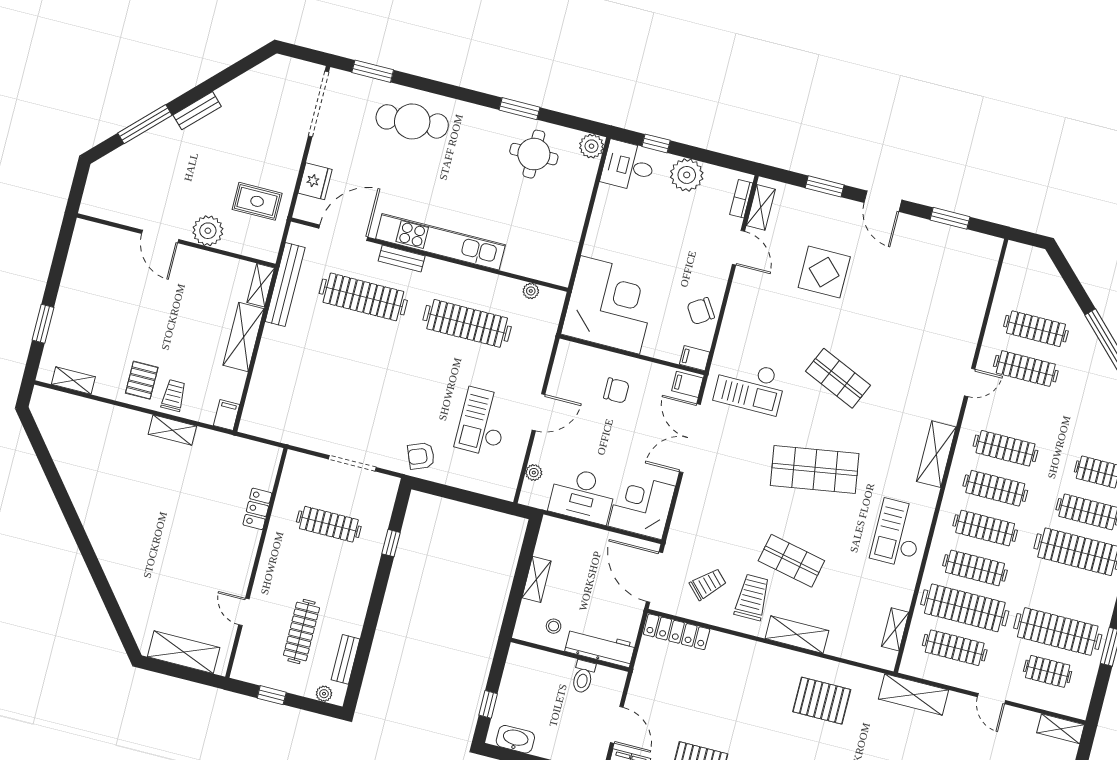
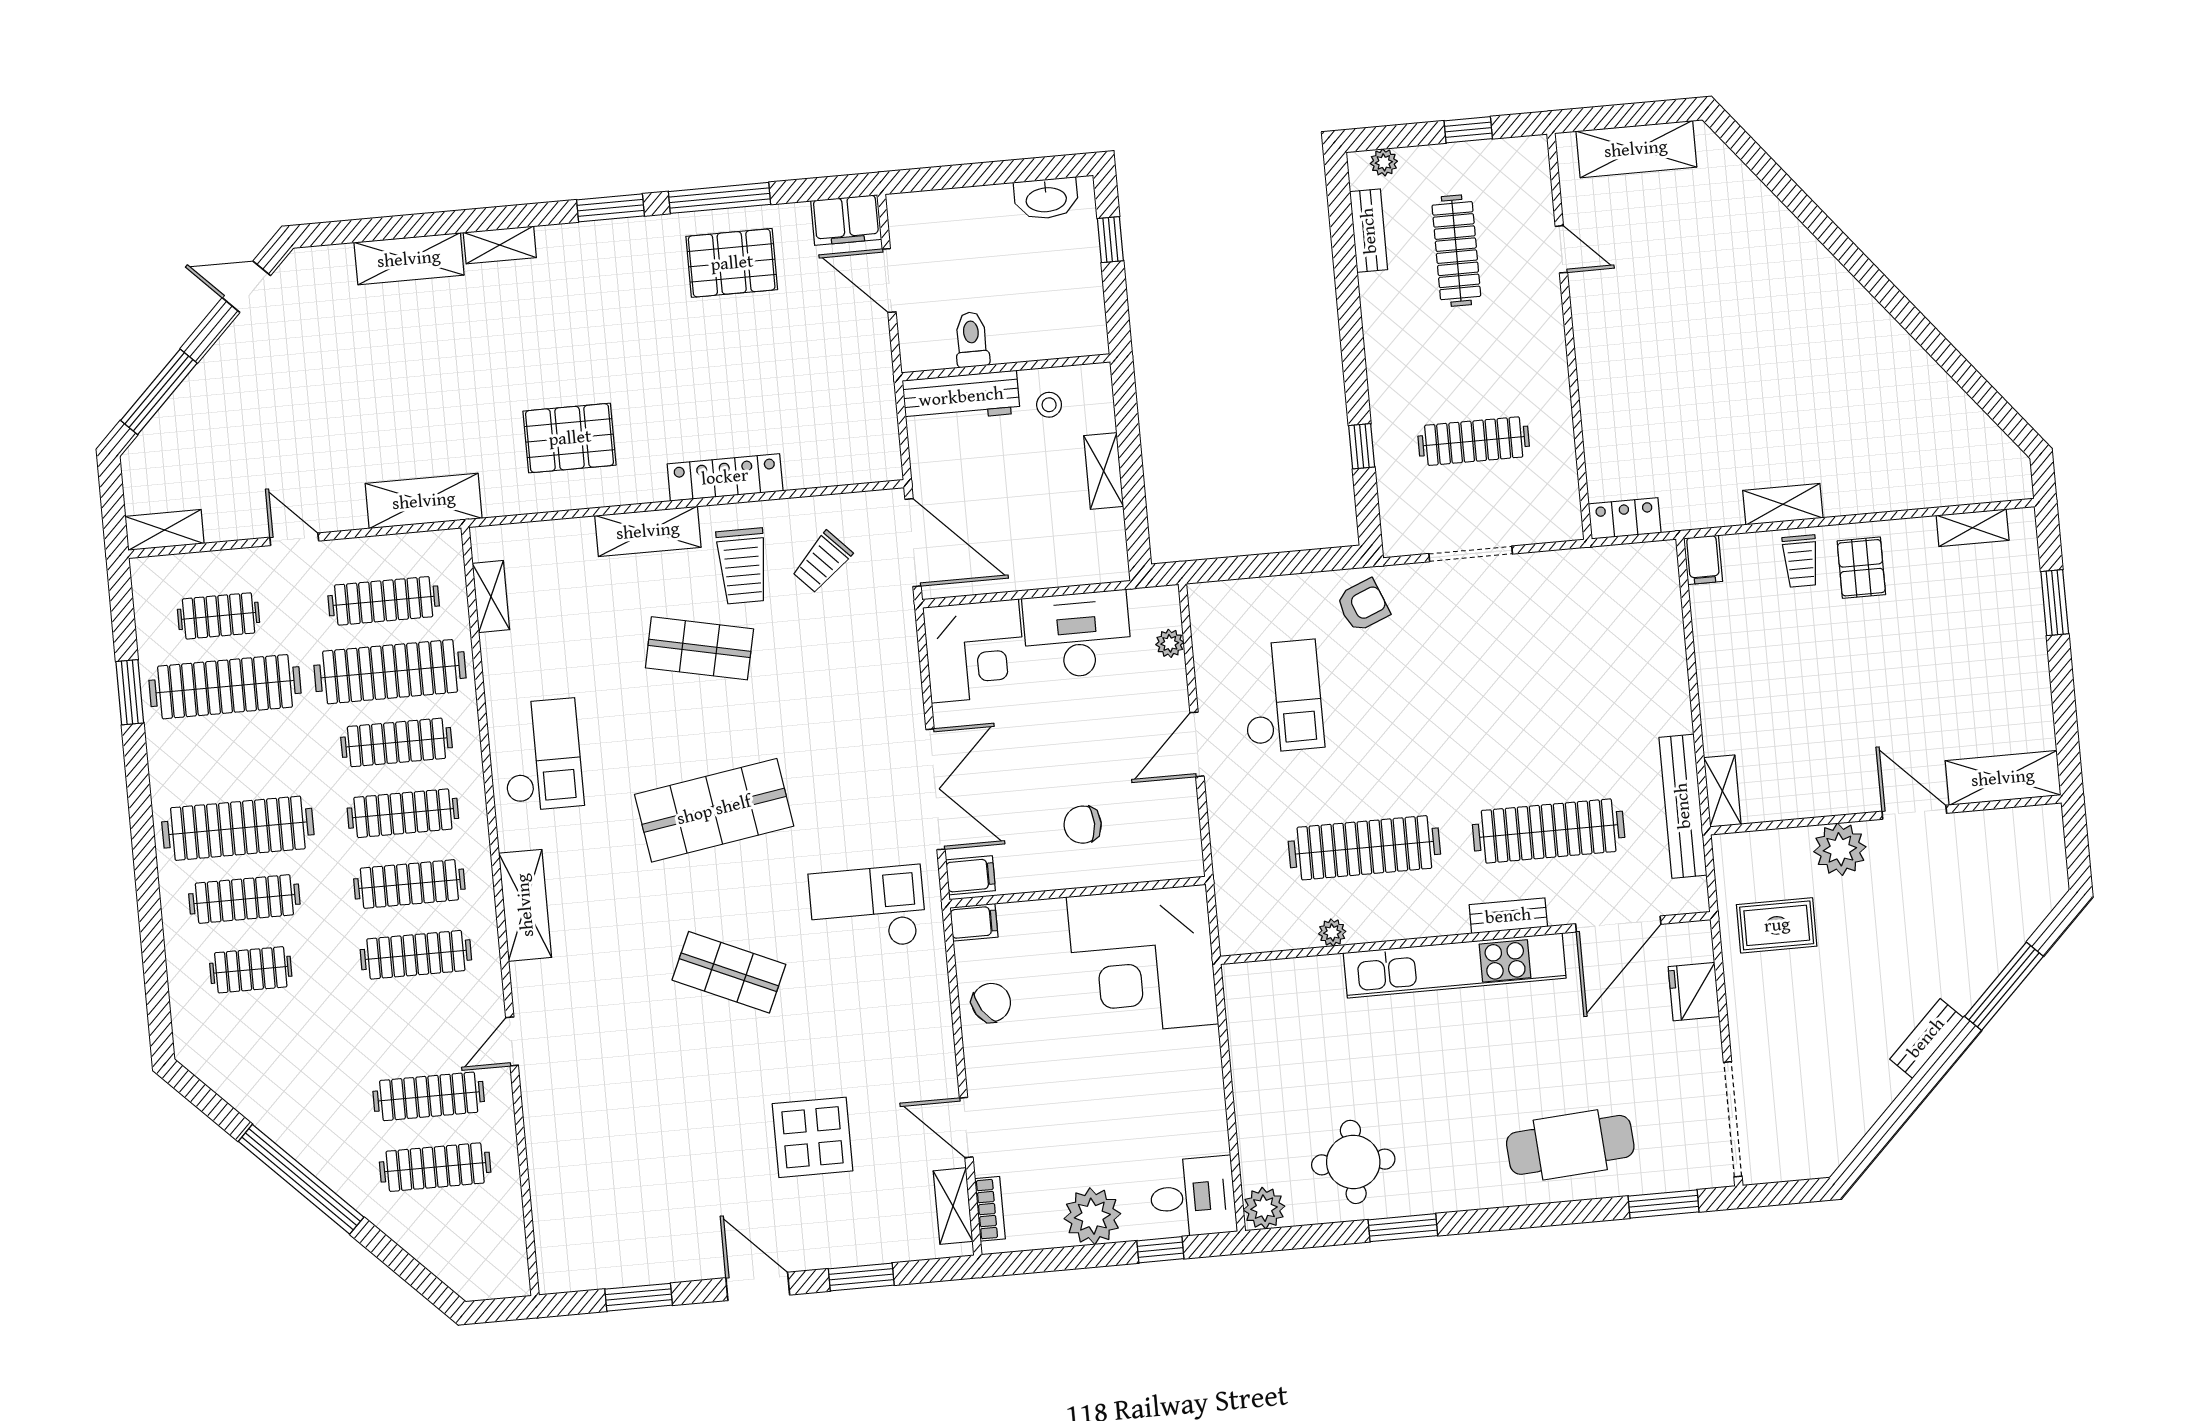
plant: (531, 291) -> (1332, 933), moved
shelving: (243, 337) -> (2003, 778), moved, turned 90
locker: (257, 509) -> (1625, 518), moved, turned -90
locker: (677, 632) -> (725, 477), moved

